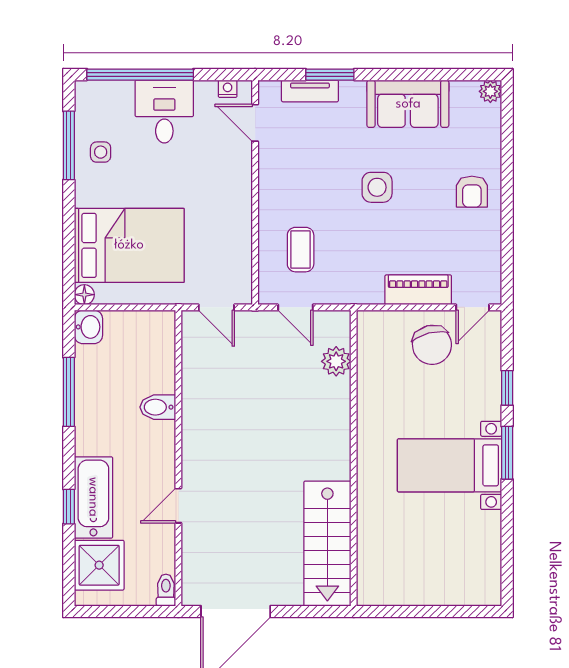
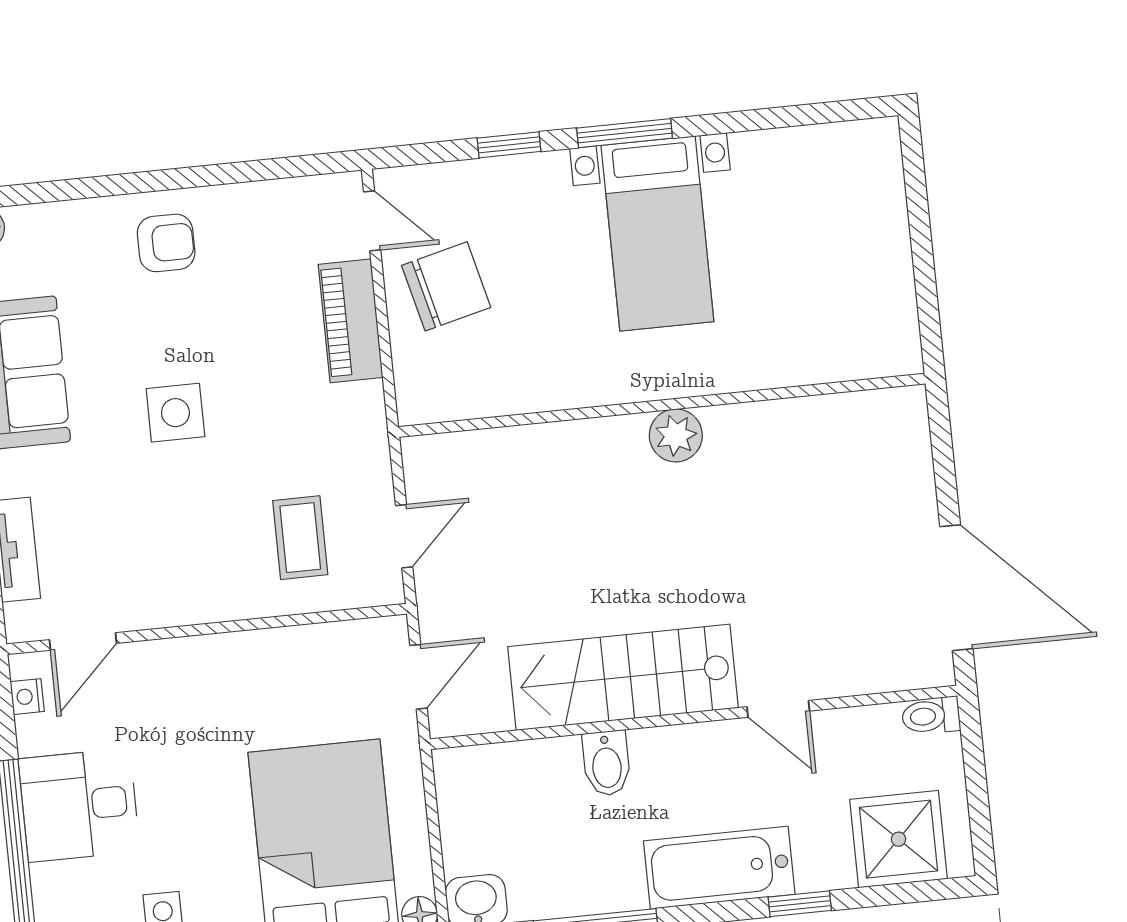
coffee table: (301, 250) -> (300, 538), turned 90
plant: (336, 361) -> (676, 435), moved
bathtub: (93, 497) -> (719, 868), moved
stairs: (327, 544) -> (623, 677), moved, turned 180

